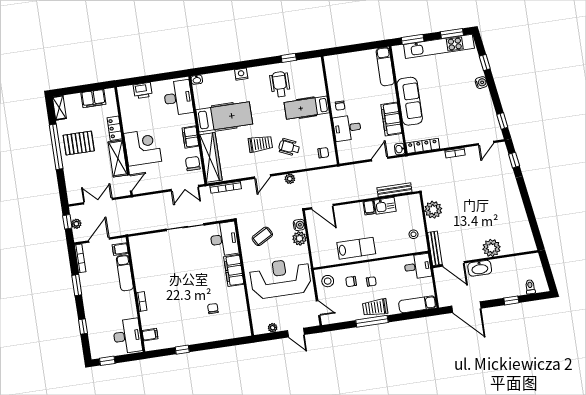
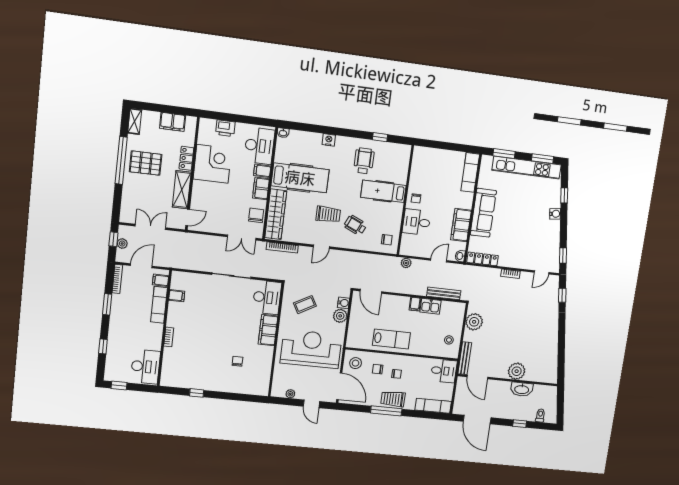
filing cabinet: (187, 120) -> (262, 171), added
corner desk: (143, 147) -> (212, 164), moved
plant: (290, 179) -> (406, 263), moved
washbasin: (480, 268) -> (522, 389), moved
door: (318, 308) -> (339, 386), width x1.88
filing cabinet: (150, 335) -> (177, 296), moved

